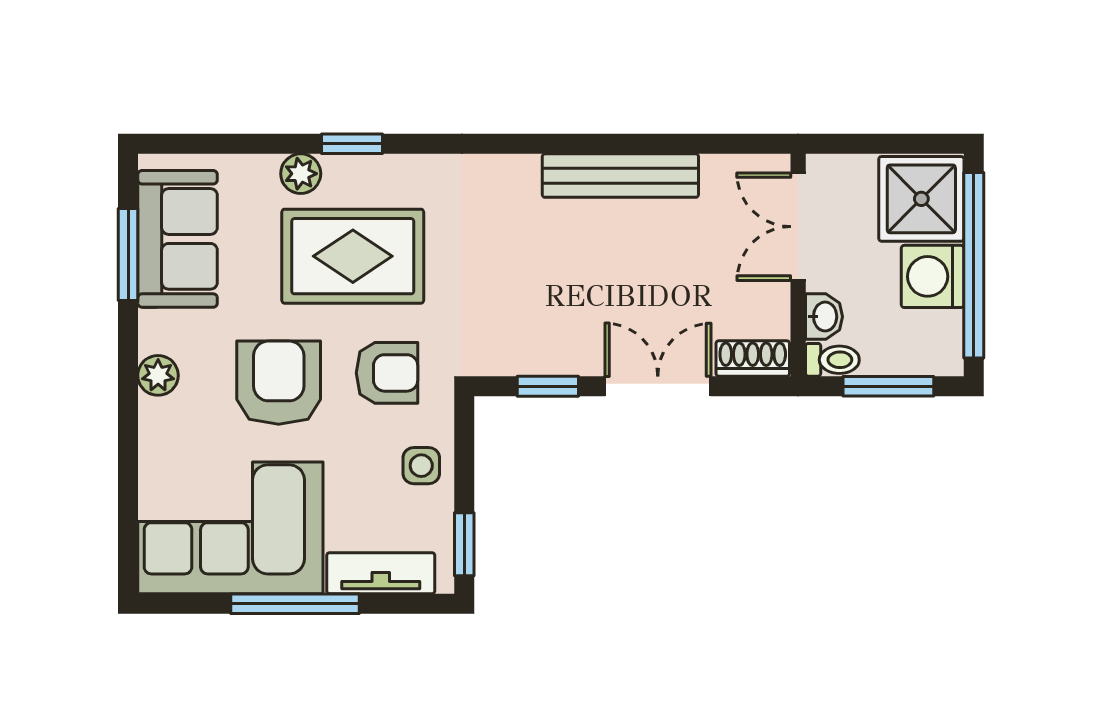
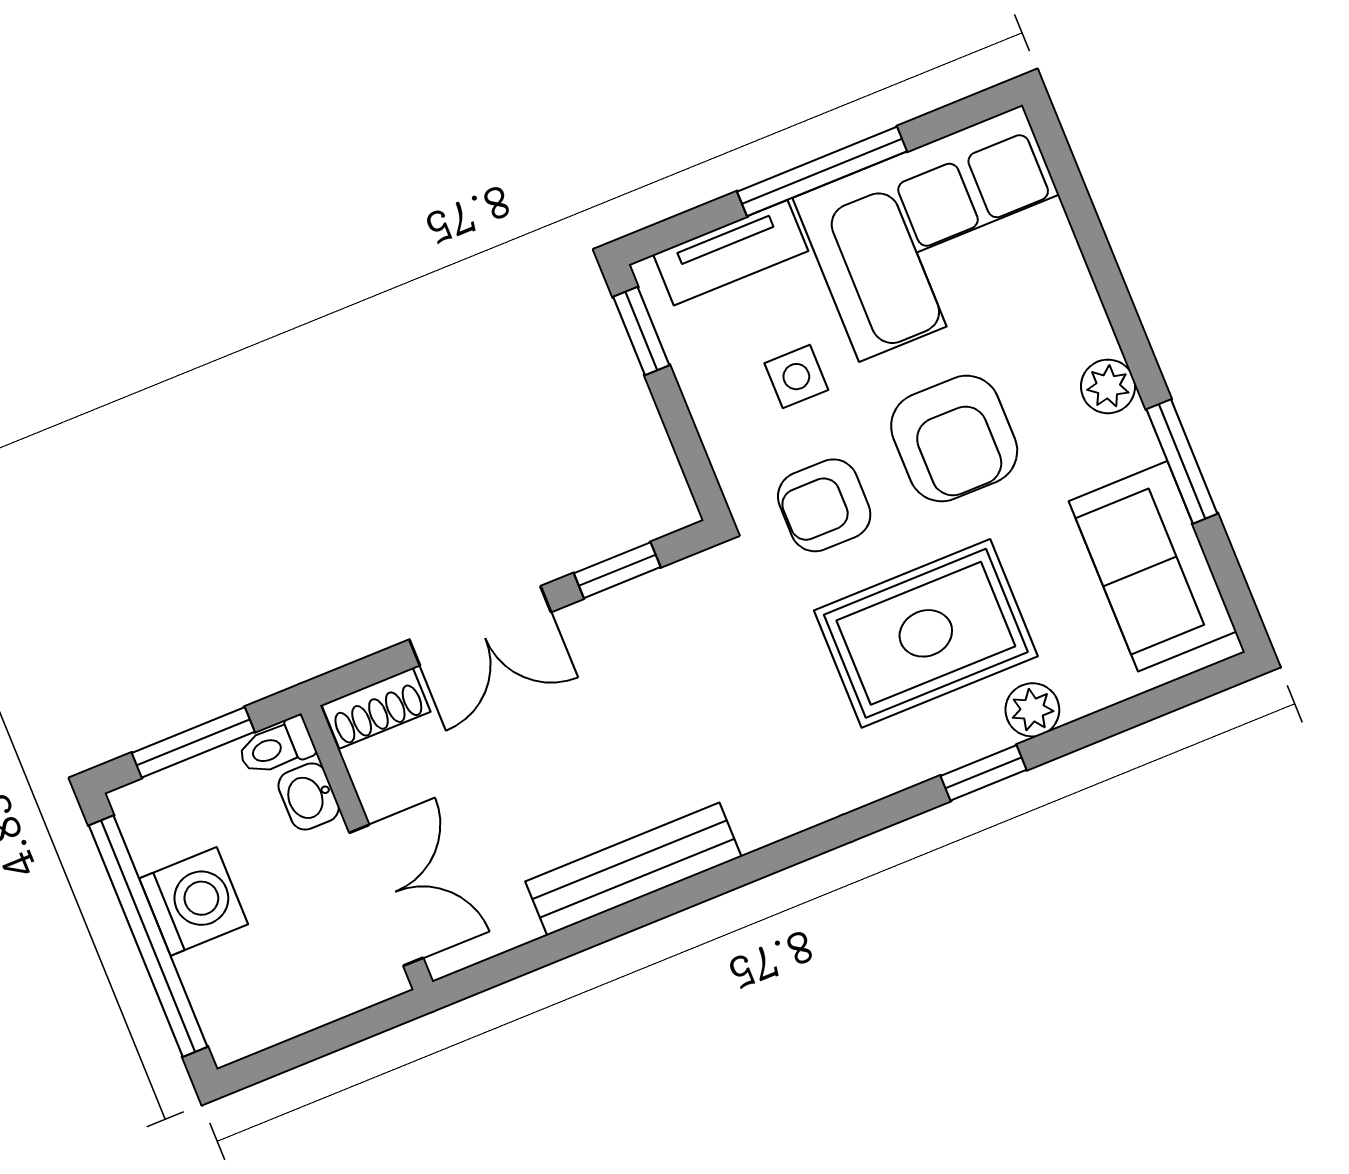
shower: (921, 199) -> (247, 992), removed
window: (128, 254) -> (1182, 461), moved
side table: (421, 466) -> (796, 377), moved

